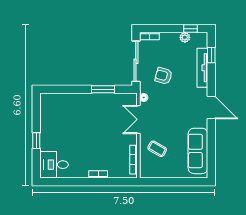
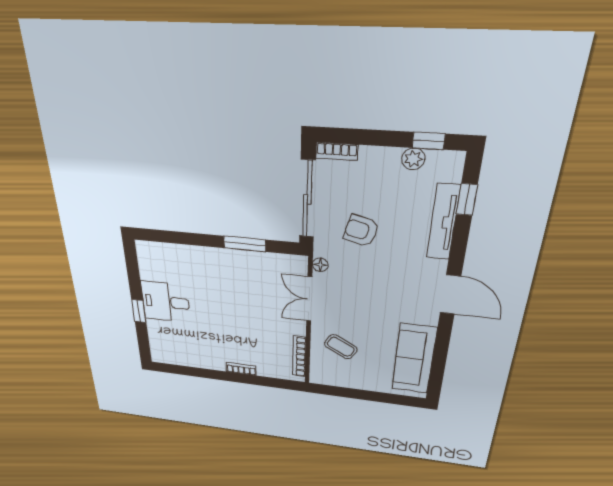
desk: (54, 165) -> (166, 302), moved

